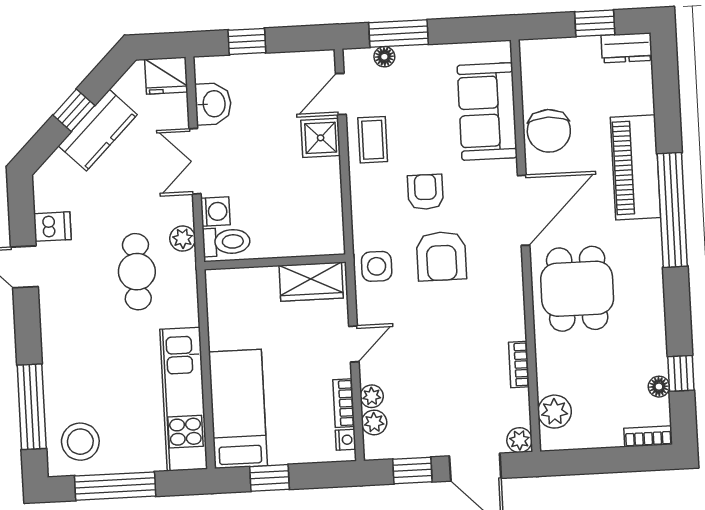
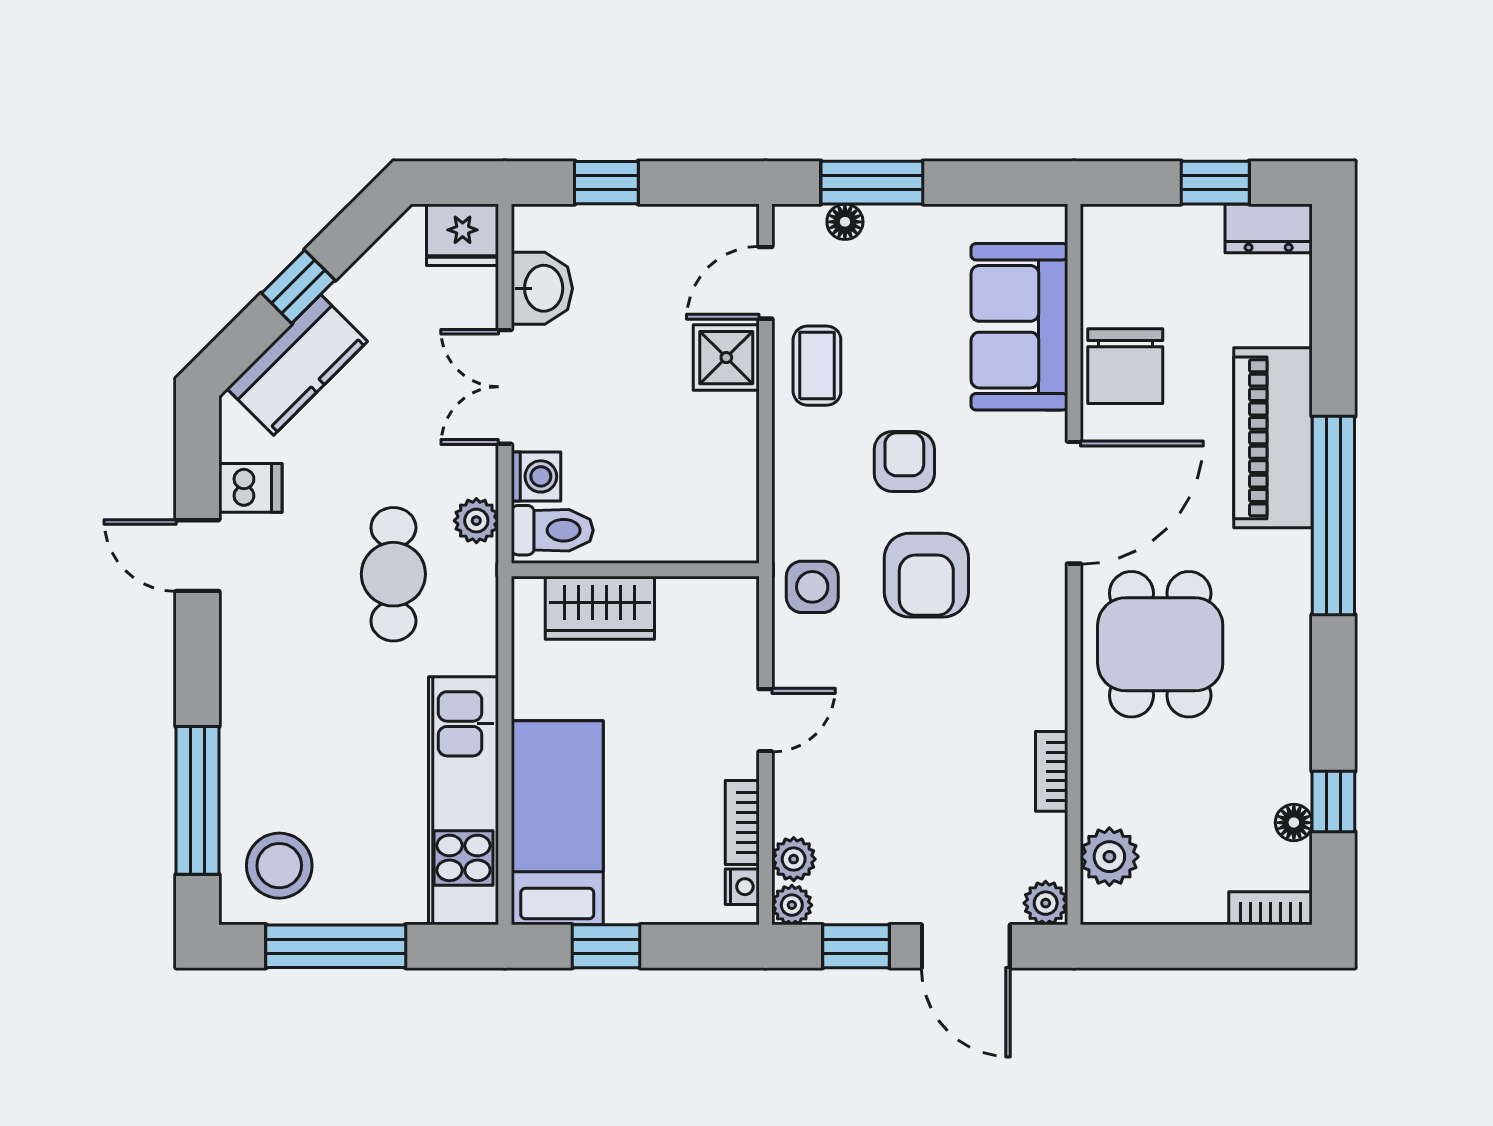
kitchen counter: (98, 130) -> (297, 365), moved
wardrobe: (311, 282) -> (600, 608), moved
plant: (372, 396) -> (792, 905), moved

